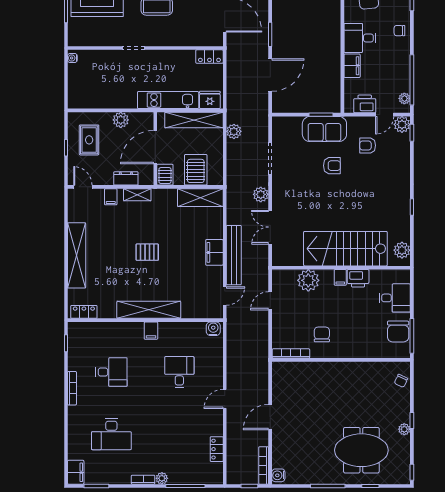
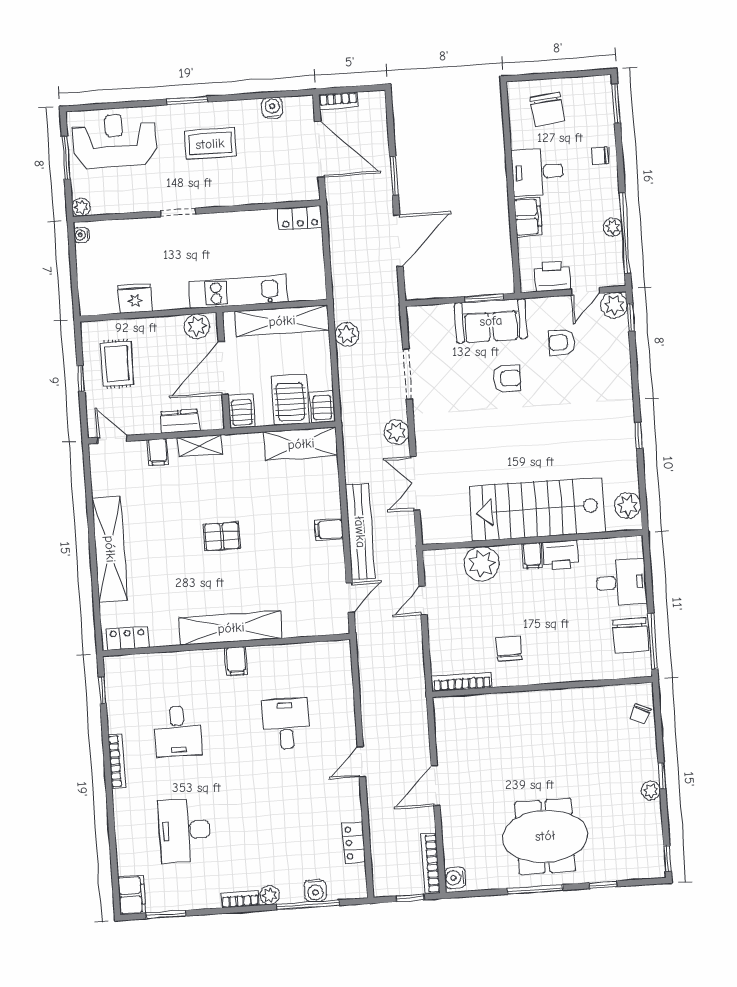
plant: (73, 41) -> (81, 207), added
plant: (404, 98) -> (613, 227), moved
fridge: (210, 100) -> (135, 298), moved
plant: (121, 120) -> (197, 326), moved
server rack: (215, 175) -> (322, 406), added
filing cabinet: (214, 252) -> (329, 529), width x0.50
water cooler: (213, 329) -> (315, 891), moved, turned 180
desk: (111, 372) -> (178, 731), turned 90
desk: (111, 434) -> (185, 830), turned 90
meeting table: (361, 450) -> (545, 836), moved

